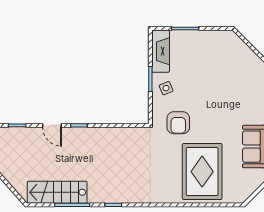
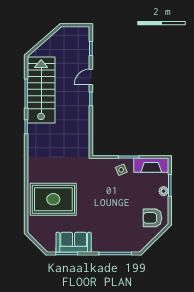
plant: (192, 36) -> (164, 191), added
armchair: (178, 123) -> (152, 218), moved
stairs: (57, 192) -> (41, 90), width x1.36, depth x1.51

